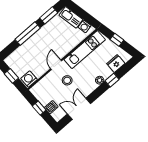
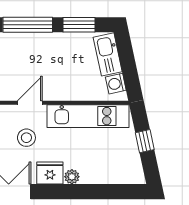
fridge: (116, 64) -> (50, 173), moved
window: (112, 80) -> (89, 192), removed

